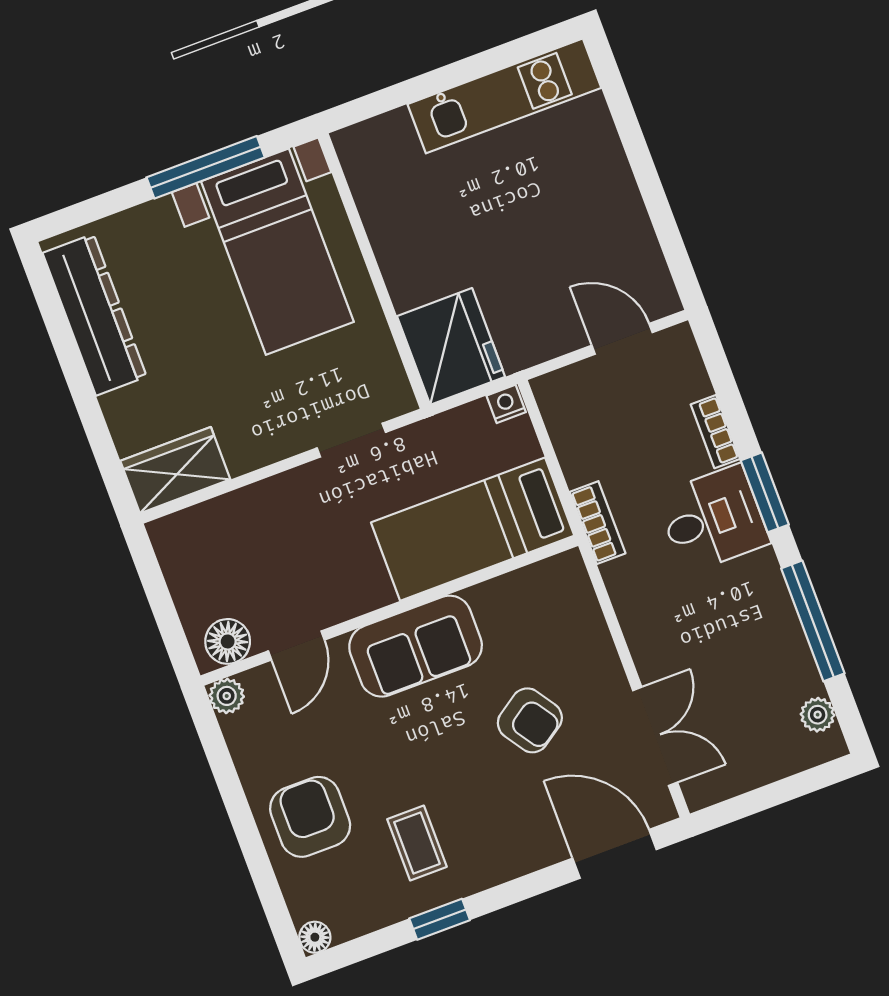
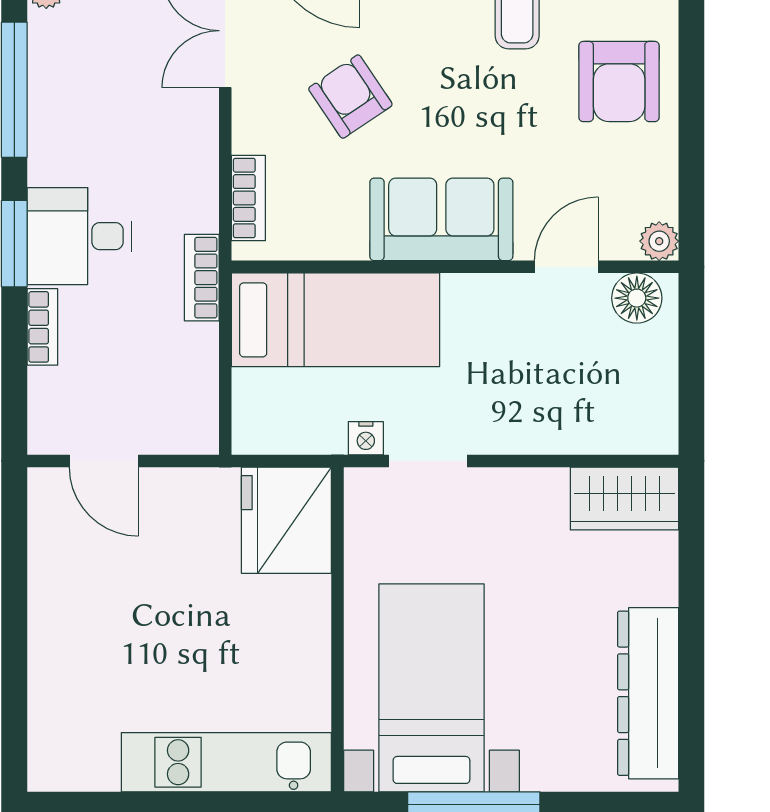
kitchen unit: (504, 96) -> (226, 762), moved
nightstand: (506, 404) -> (366, 438), moved
bookcase: (583, 604) -> (248, 198), added

